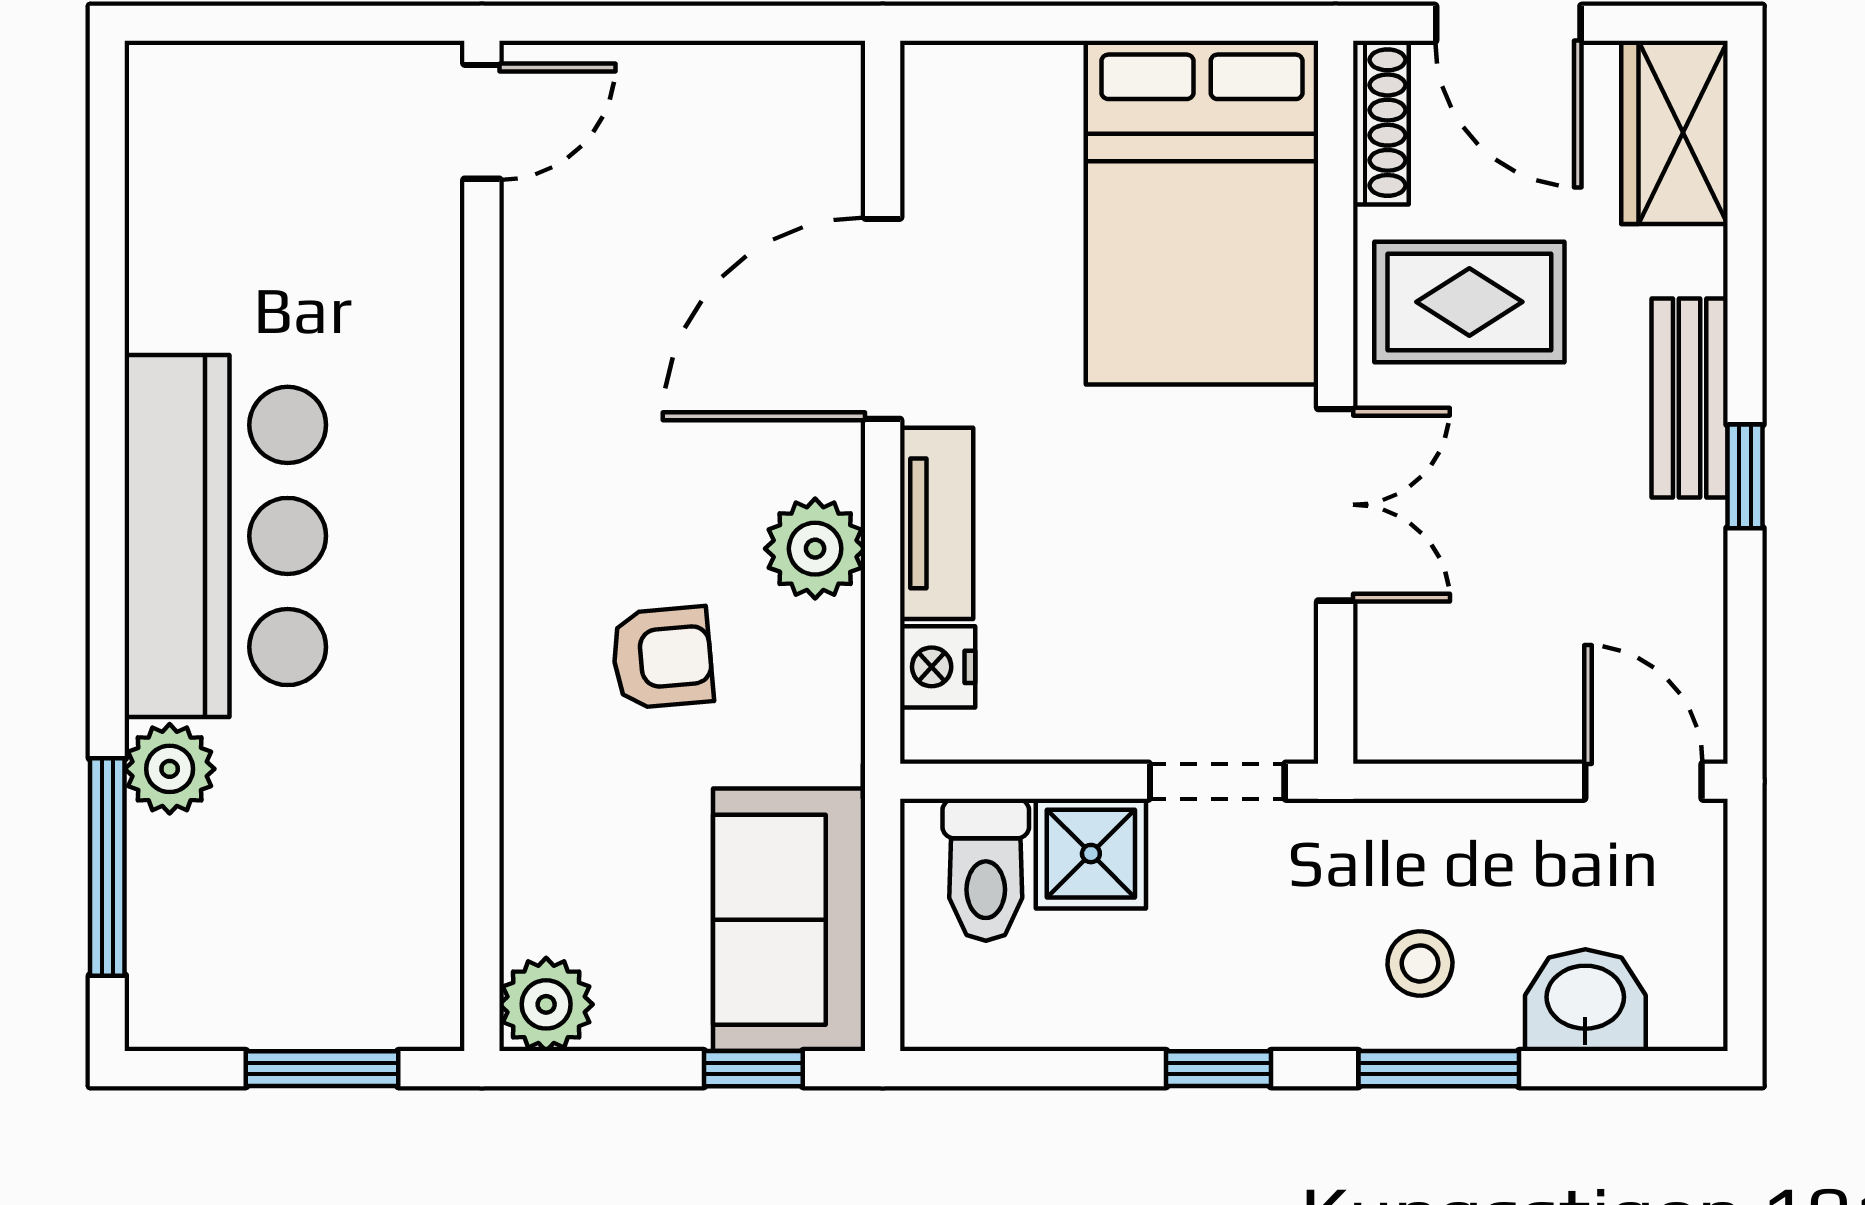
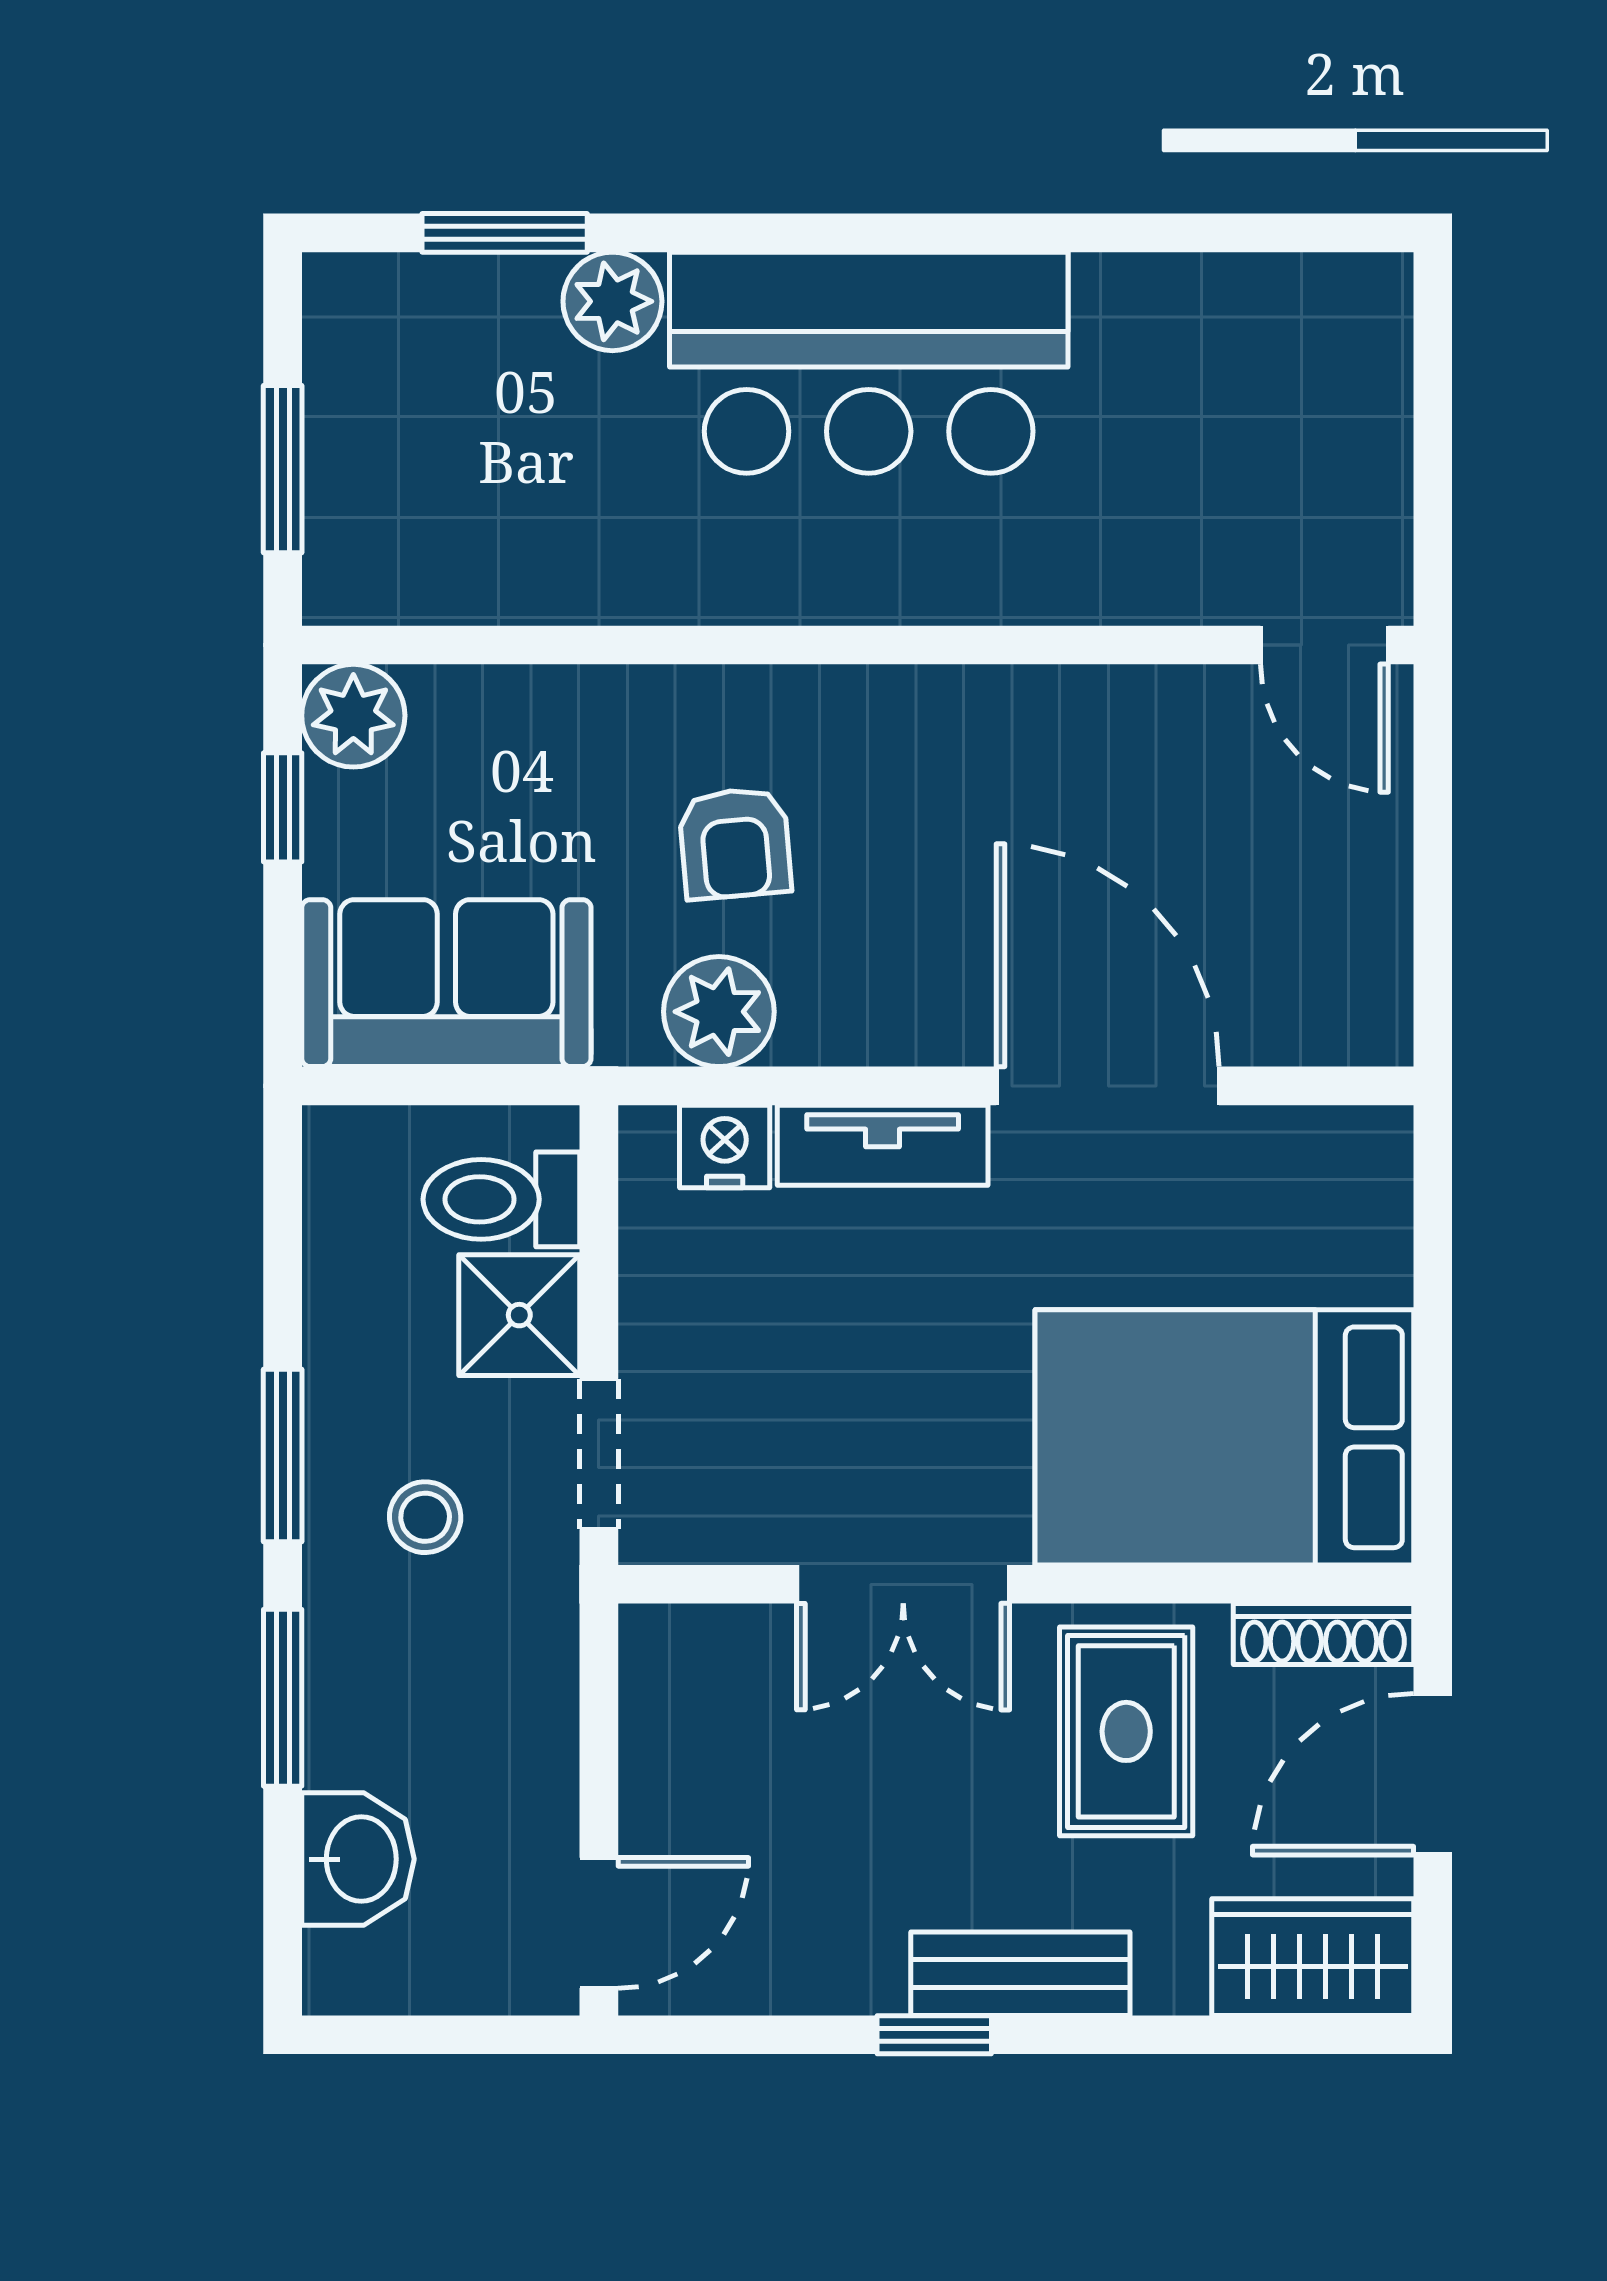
plant: (815, 549) -> (719, 1012), moved
window: (107, 867) -> (505, 233), width x0.69
stool: (1420, 963) -> (425, 1517), moved
window: (753, 1069) -> (283, 807), moved
window: (1218, 1069) -> (283, 1455), width x1.50

